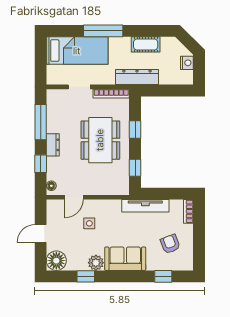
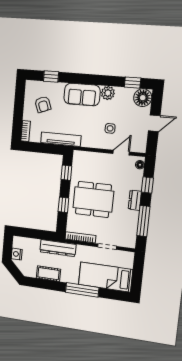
dining table: (100, 140) -> (93, 199), turned 90
window: (86, 276) -> (133, 83), moved

